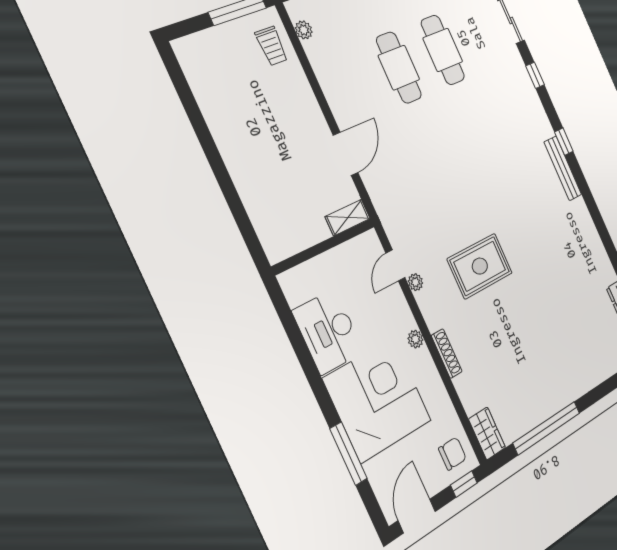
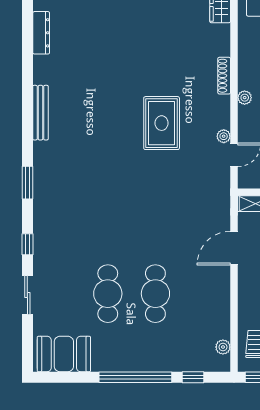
window: (564, 142) -> (27, 183), width x1.50
bench: (563, 168) -> (40, 113), moved
rug: (480, 266) -> (162, 123), turned 90

